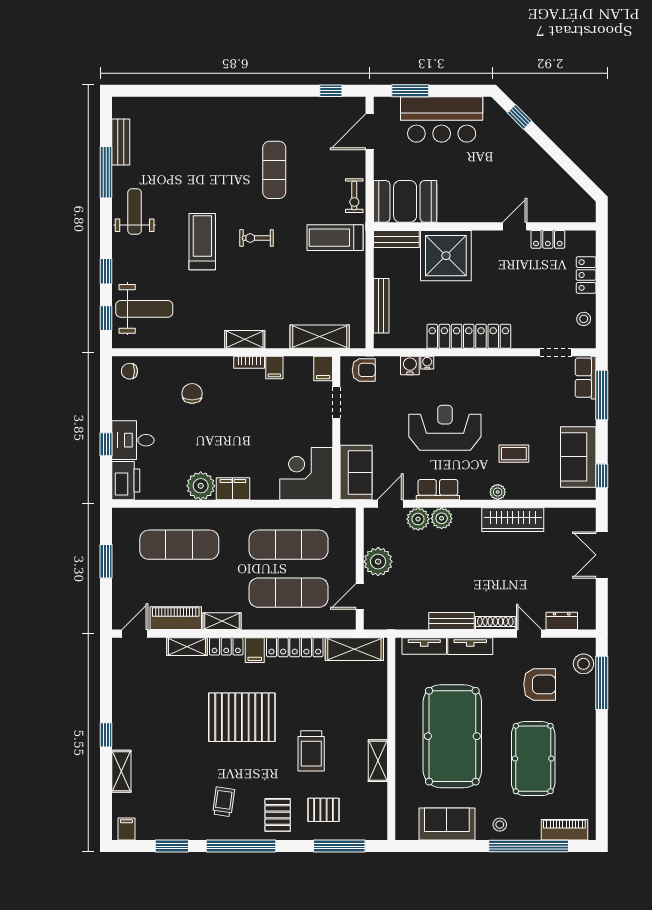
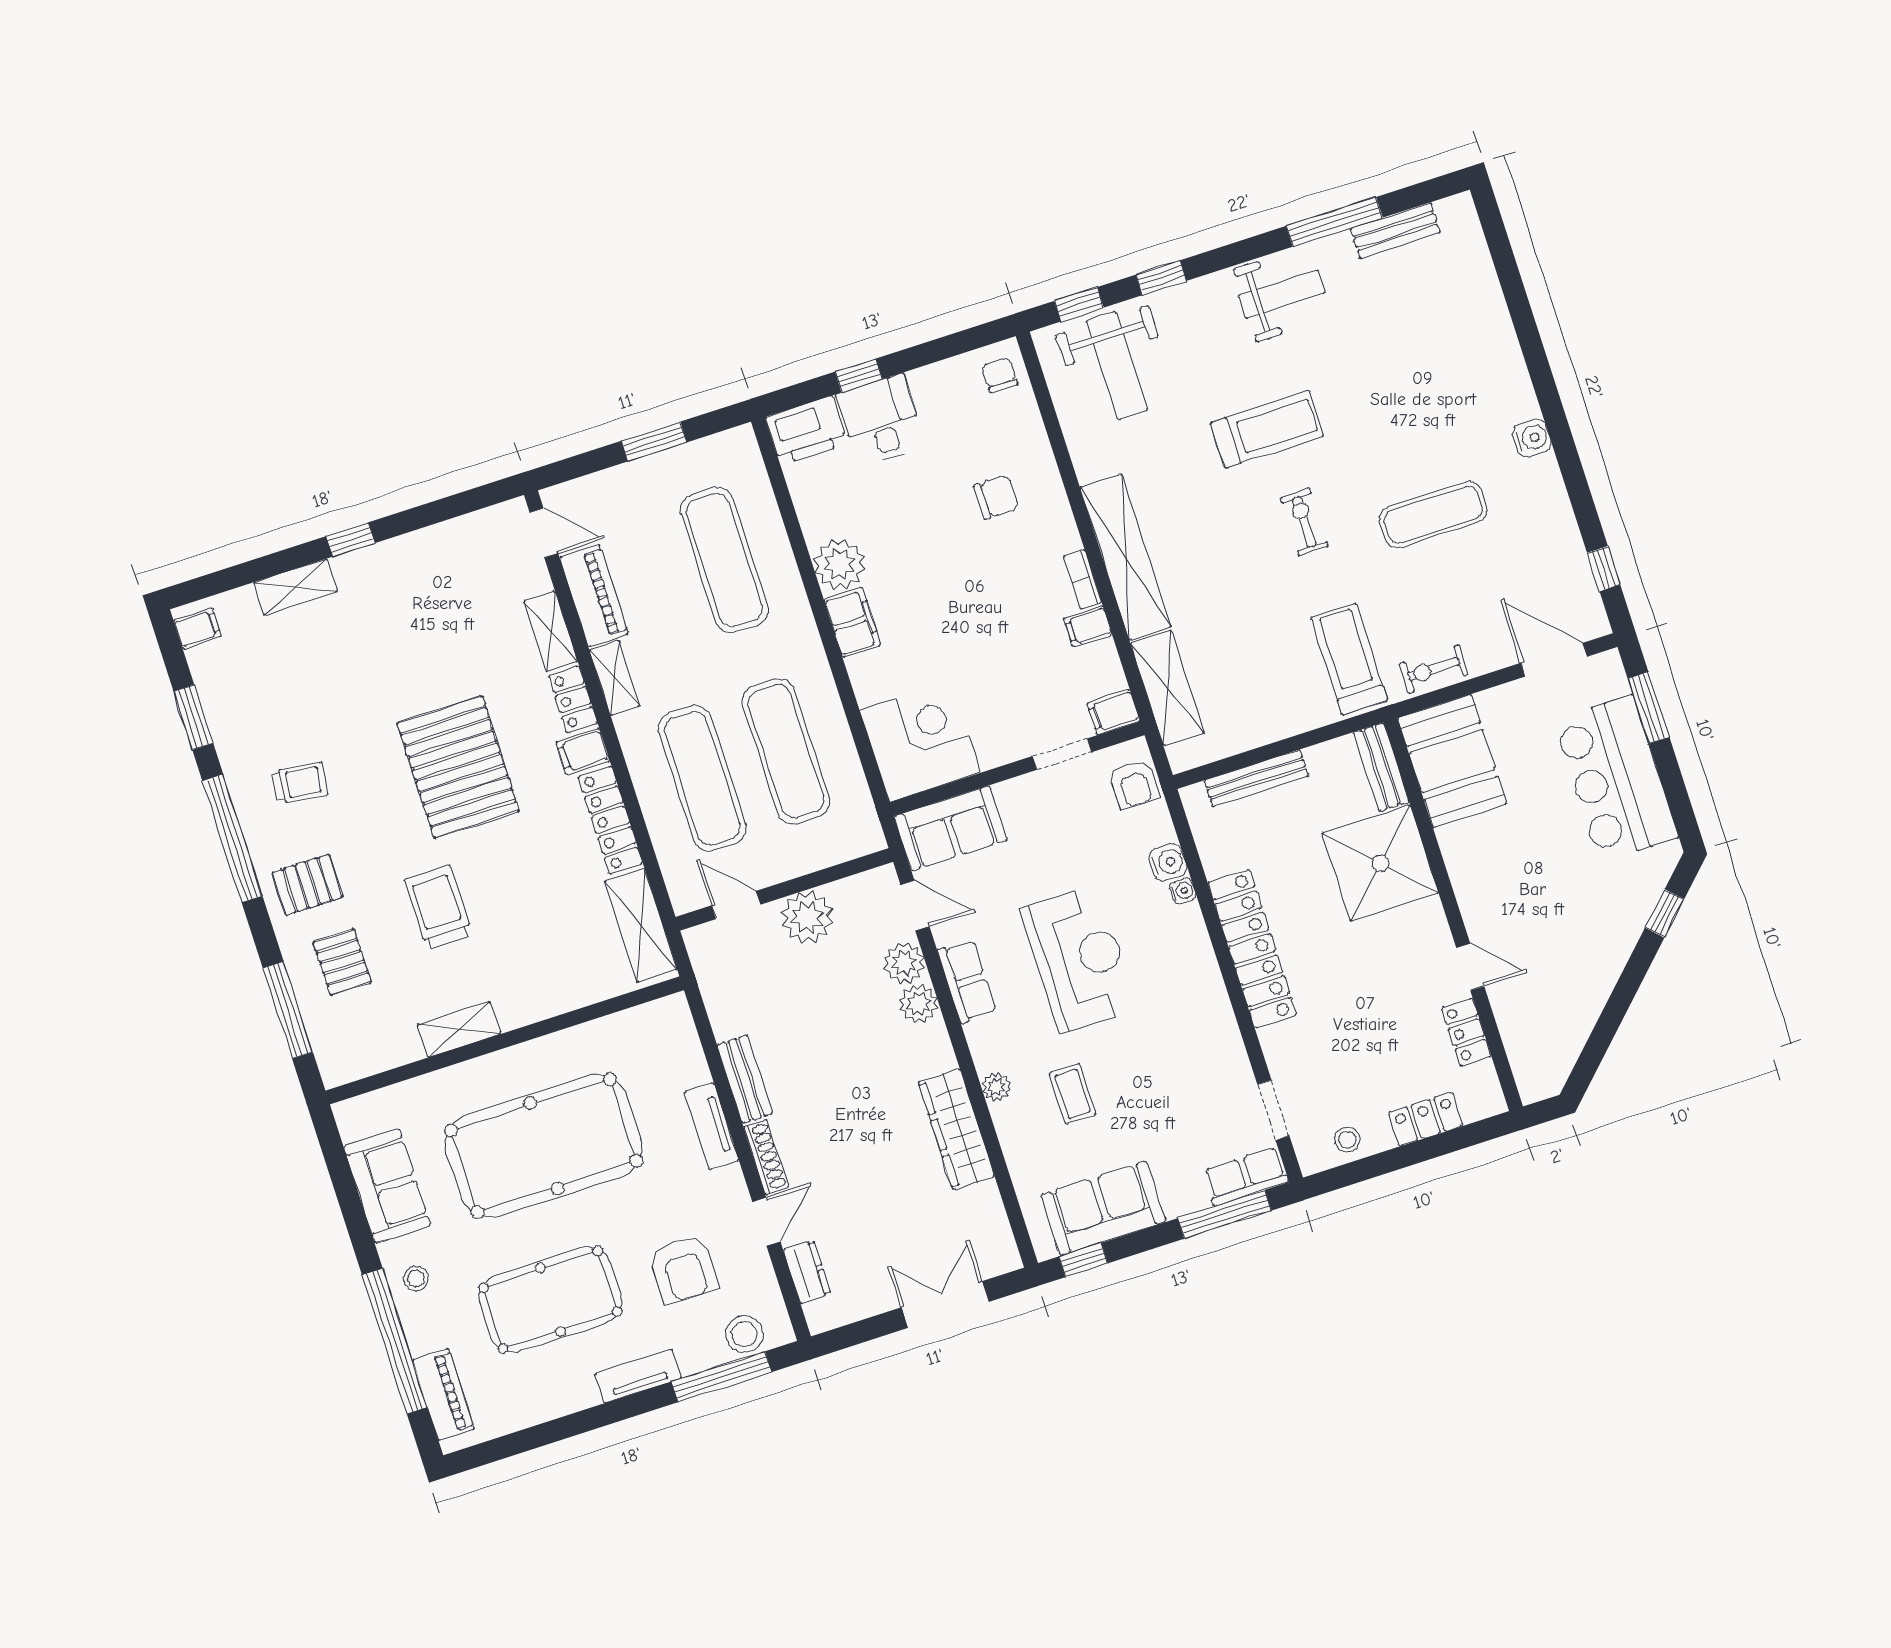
water cooler: (251, 106) -> (1532, 438), added
shelving: (245, 339) -> (1125, 557), width x2.20, depth x1.33
tv unit: (424, 646) -> (638, 1376), moved, turned 90
trolley: (311, 751) -> (438, 907), turned 90

